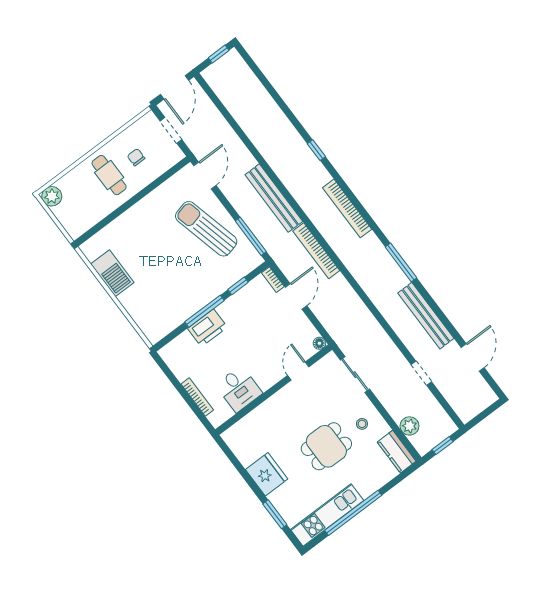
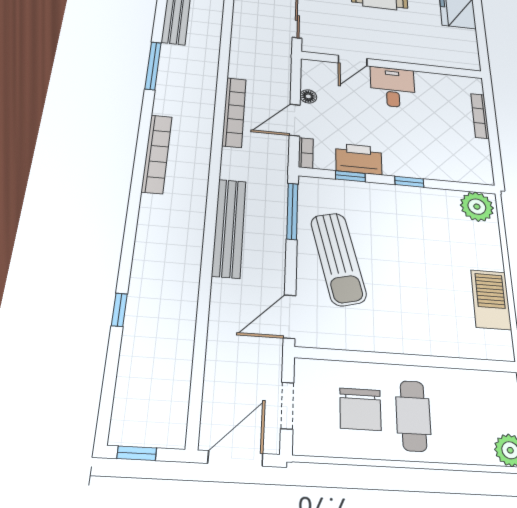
window: (316, 150) -> (119, 310), moved
chair: (136, 157) -> (360, 409), width x1.87, depth x1.87
bookcase: (316, 251) -> (234, 112), moved
window: (204, 311) -> (409, 182), width x0.46
plant: (157, 328) -> (477, 207), added
printer: (207, 328) -> (359, 159), moved
floor lamp: (319, 343) -> (308, 96), moved
desk: (239, 389) -> (393, 87), moved

